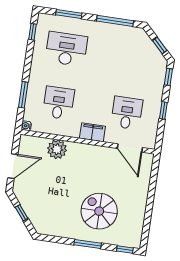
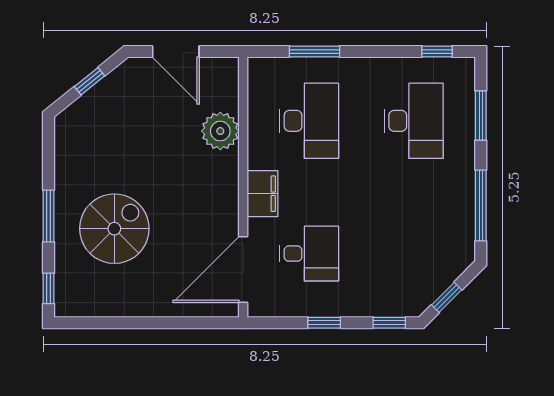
desk: (58, 103) -> (309, 121), width x1.37
water cooler: (26, 126) -> (256, 66), removed
door: (130, 148) -> (243, 269), width x1.36

